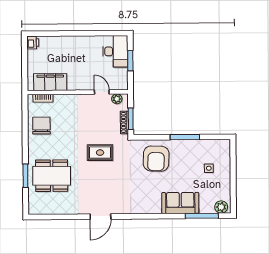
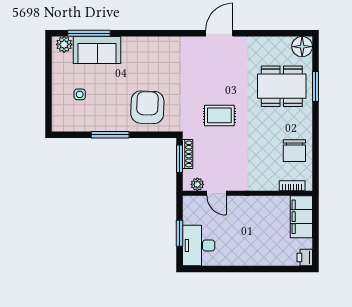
filing cabinet: (50, 82) -> (301, 217), moved, turned 90
sofa: (180, 203) -> (97, 50), moved
floor lamp: (36, 207) -> (302, 47), added

